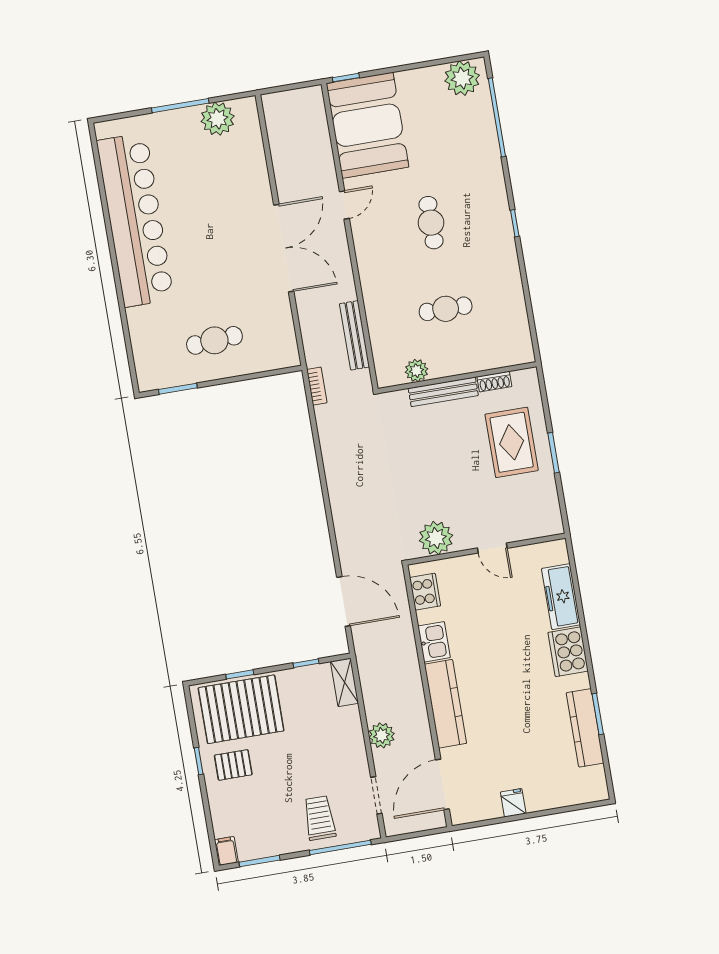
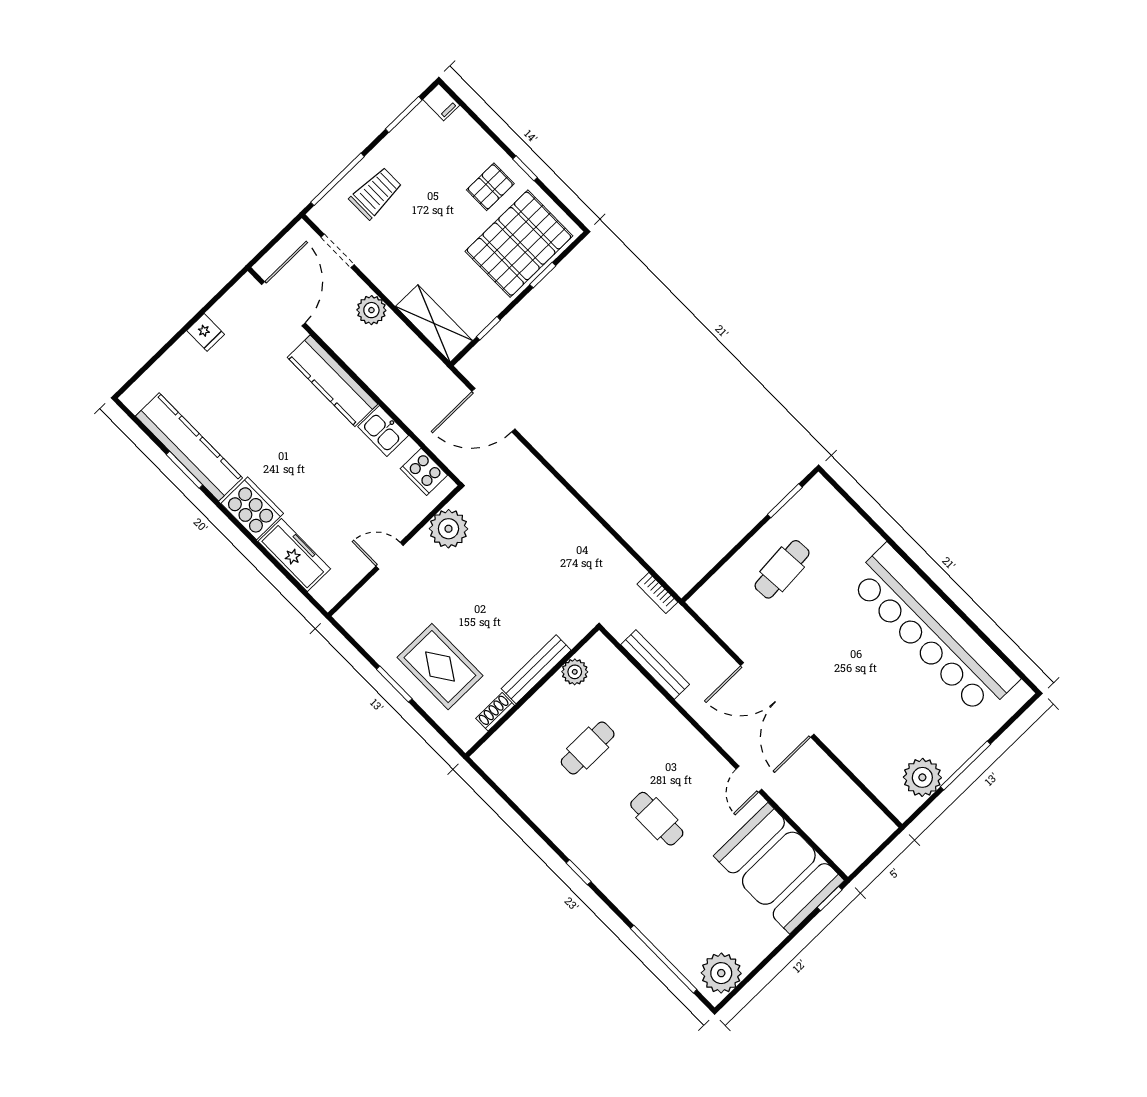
shelving: (344, 682) -> (434, 323), width x1.50, depth x1.33
kitchen counter: (585, 728) -> (189, 447), width x1.39, depth x1.17
trolley: (320, 818) -> (376, 193), turned -90

